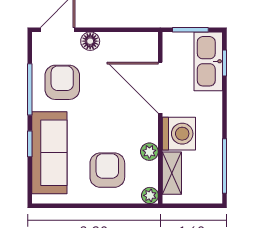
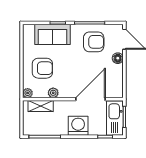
kitchen sink: (208, 61) -> (115, 118), moved, turned -90
washing machine: (179, 134) -> (78, 126), moved, turned 180
sofa: (49, 153) -> (53, 34), width x0.73

